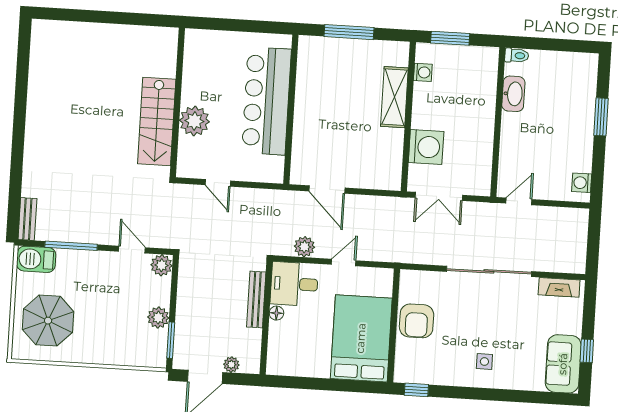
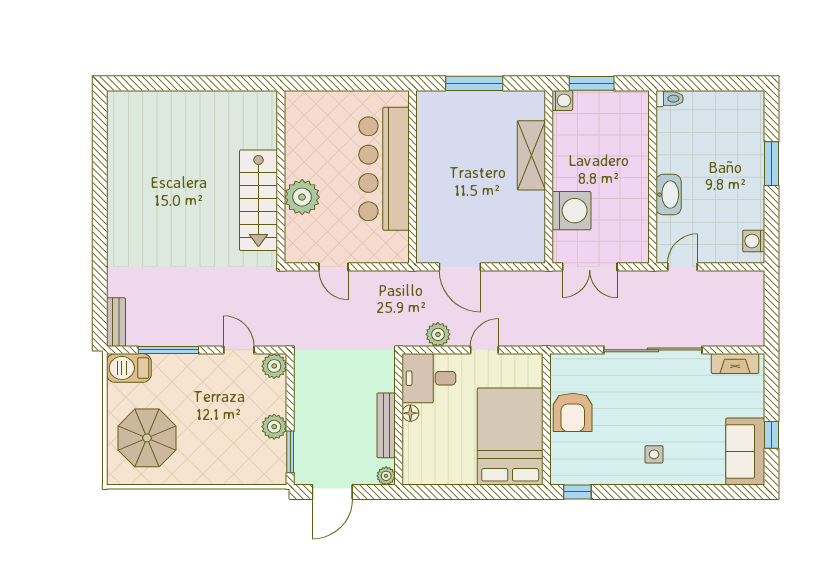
washing machine: (423, 72) -> (562, 100), moved
washbasin: (513, 94) -> (669, 195), moved
bench: (256, 299) -> (386, 425), moved
plant: (231, 365) -> (386, 476), moved

